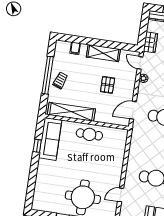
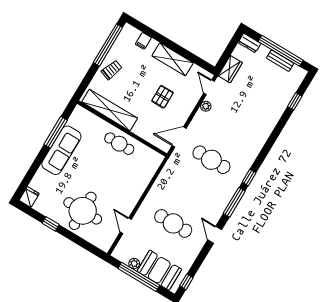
window: (48, 75) -> (108, 45), moved
sofa: (50, 139) -> (61, 150), moved
window: (37, 146) -> (56, 132), width x2.17
door: (120, 195) -> (126, 226), hinge flipped
fridge: (38, 204) -> (29, 197), added

